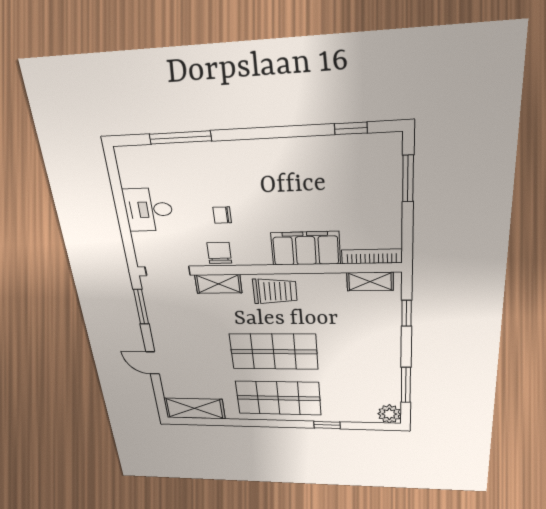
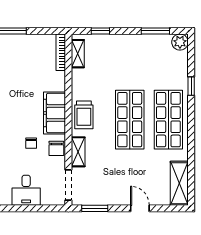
filing cabinet: (306, 248) -> (54, 113), moved
chair: (219, 253) -> (56, 148), turned -90
trolley: (275, 291) -> (84, 115), turned 180
door: (153, 363) -> (140, 208), swing flipped

